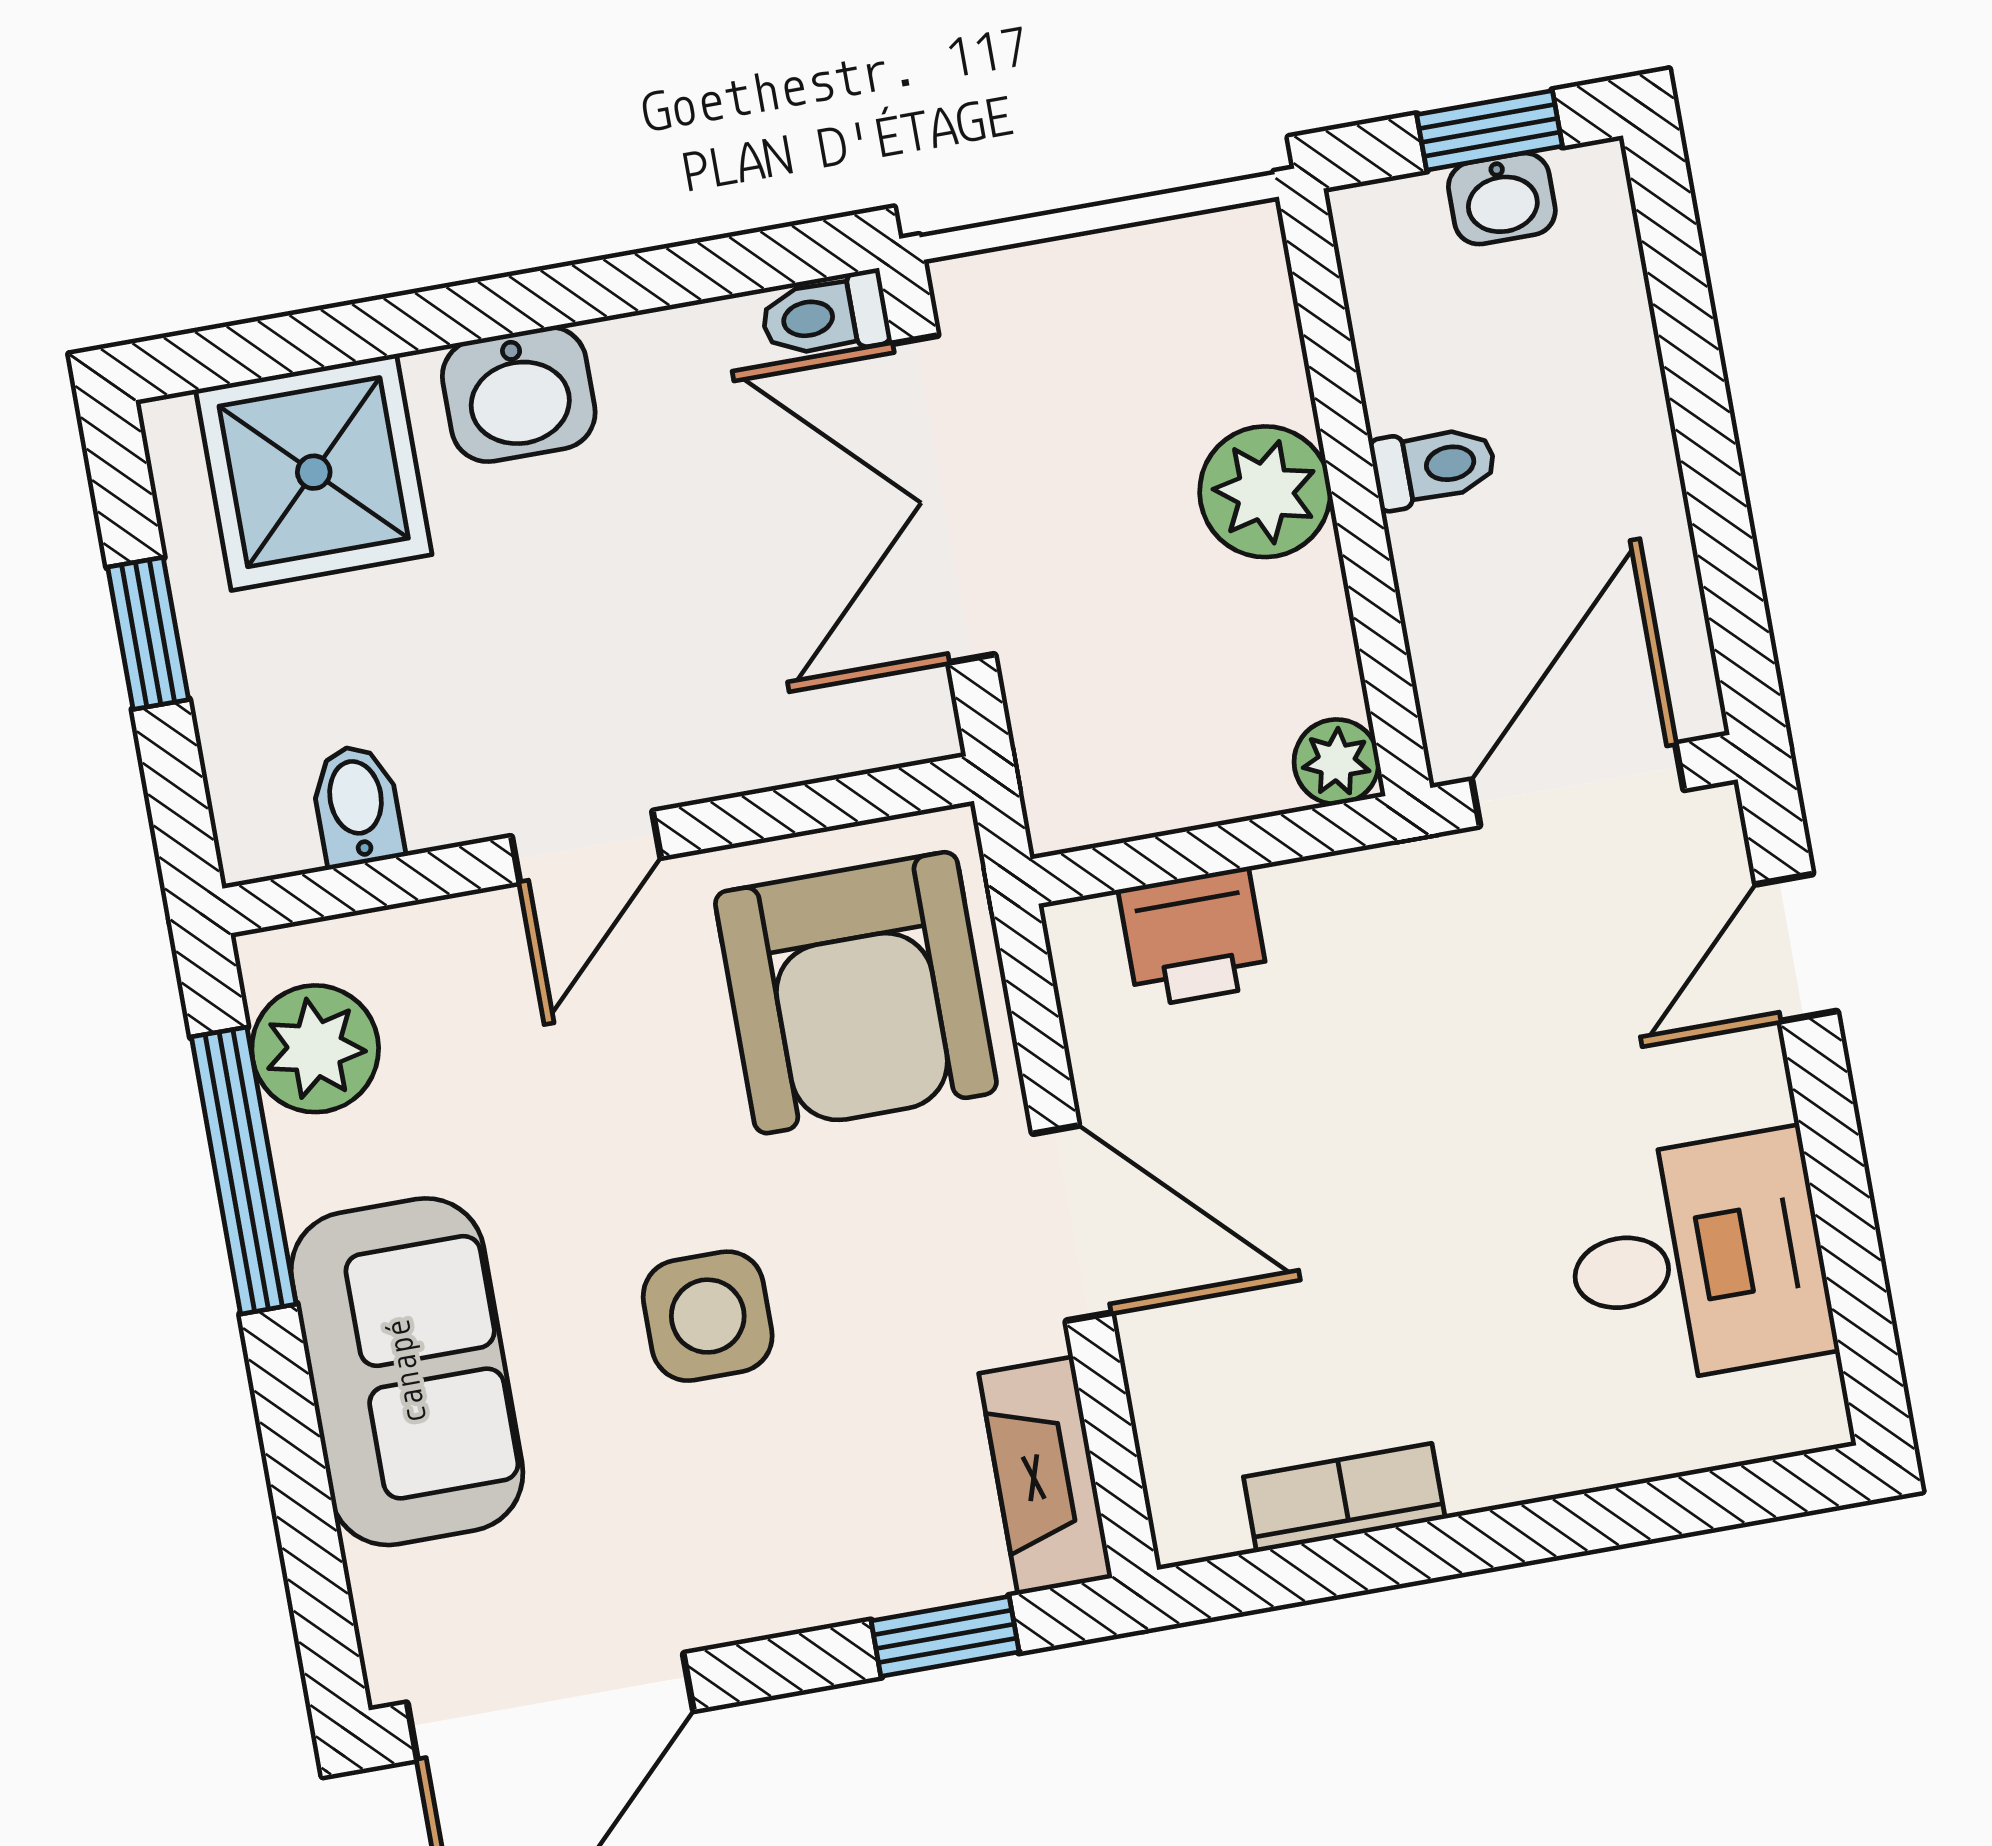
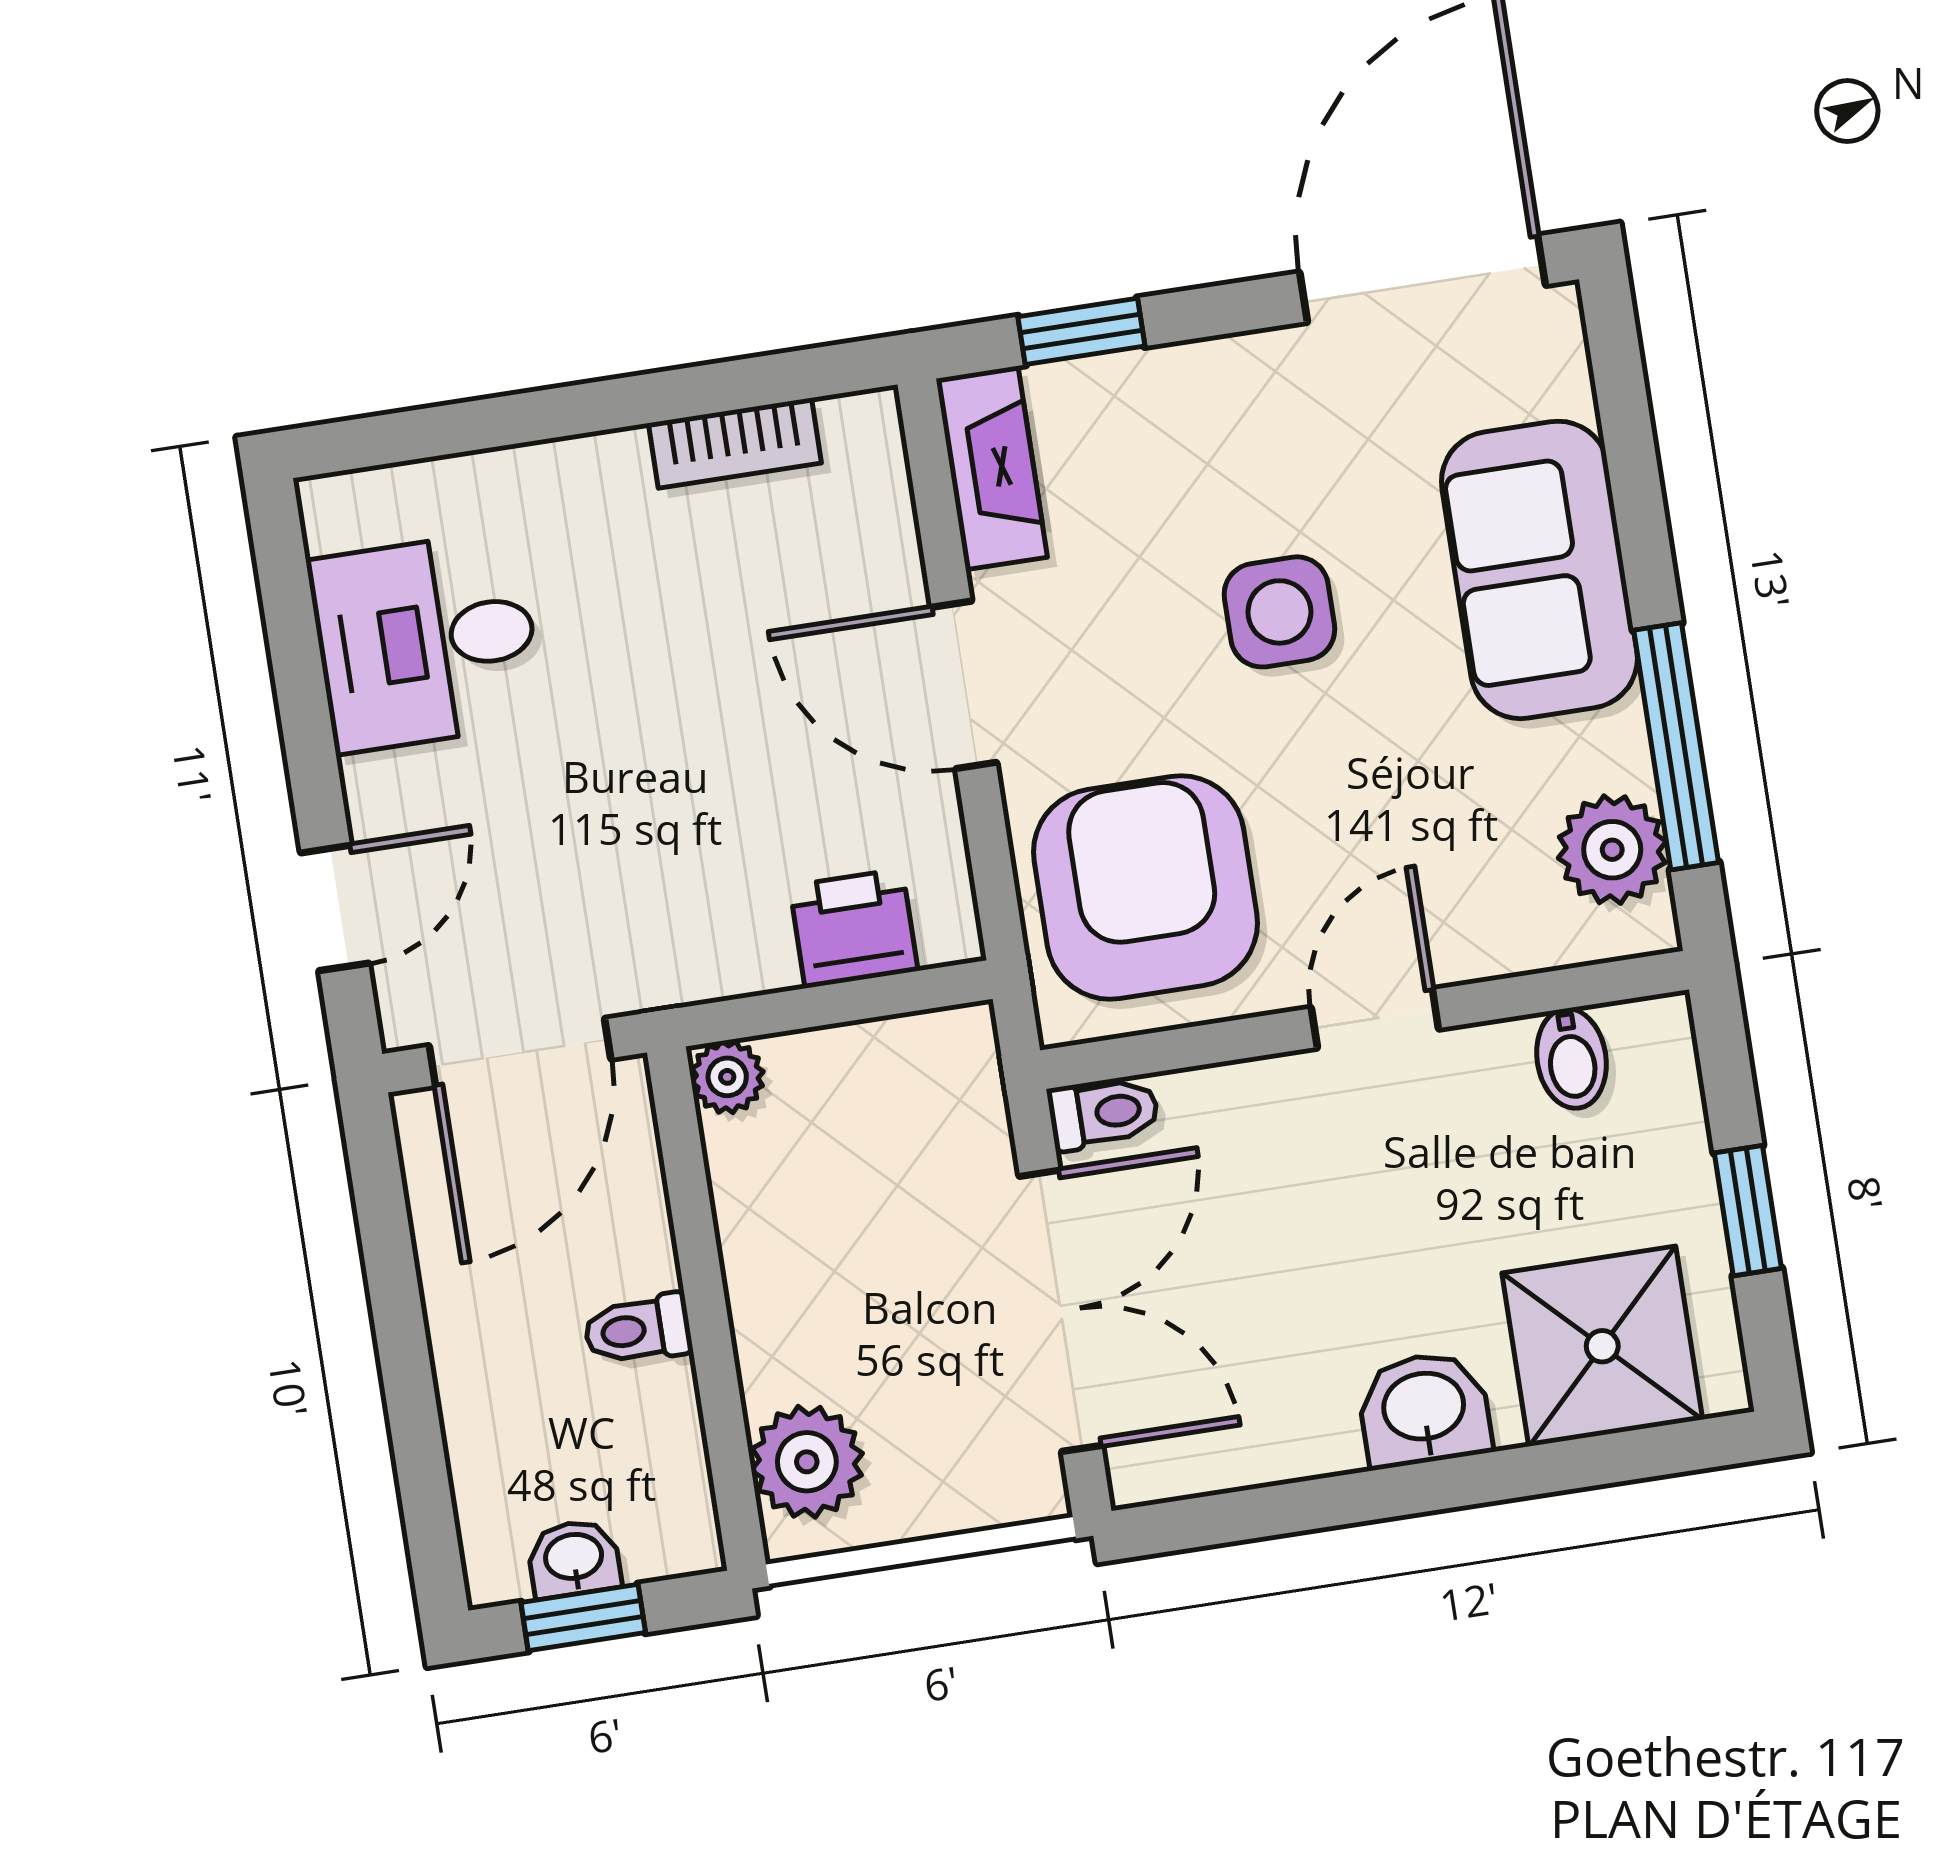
toilet: (825, 316) -> (1103, 1113), moved
plant: (1265, 492) -> (807, 1462), moved

